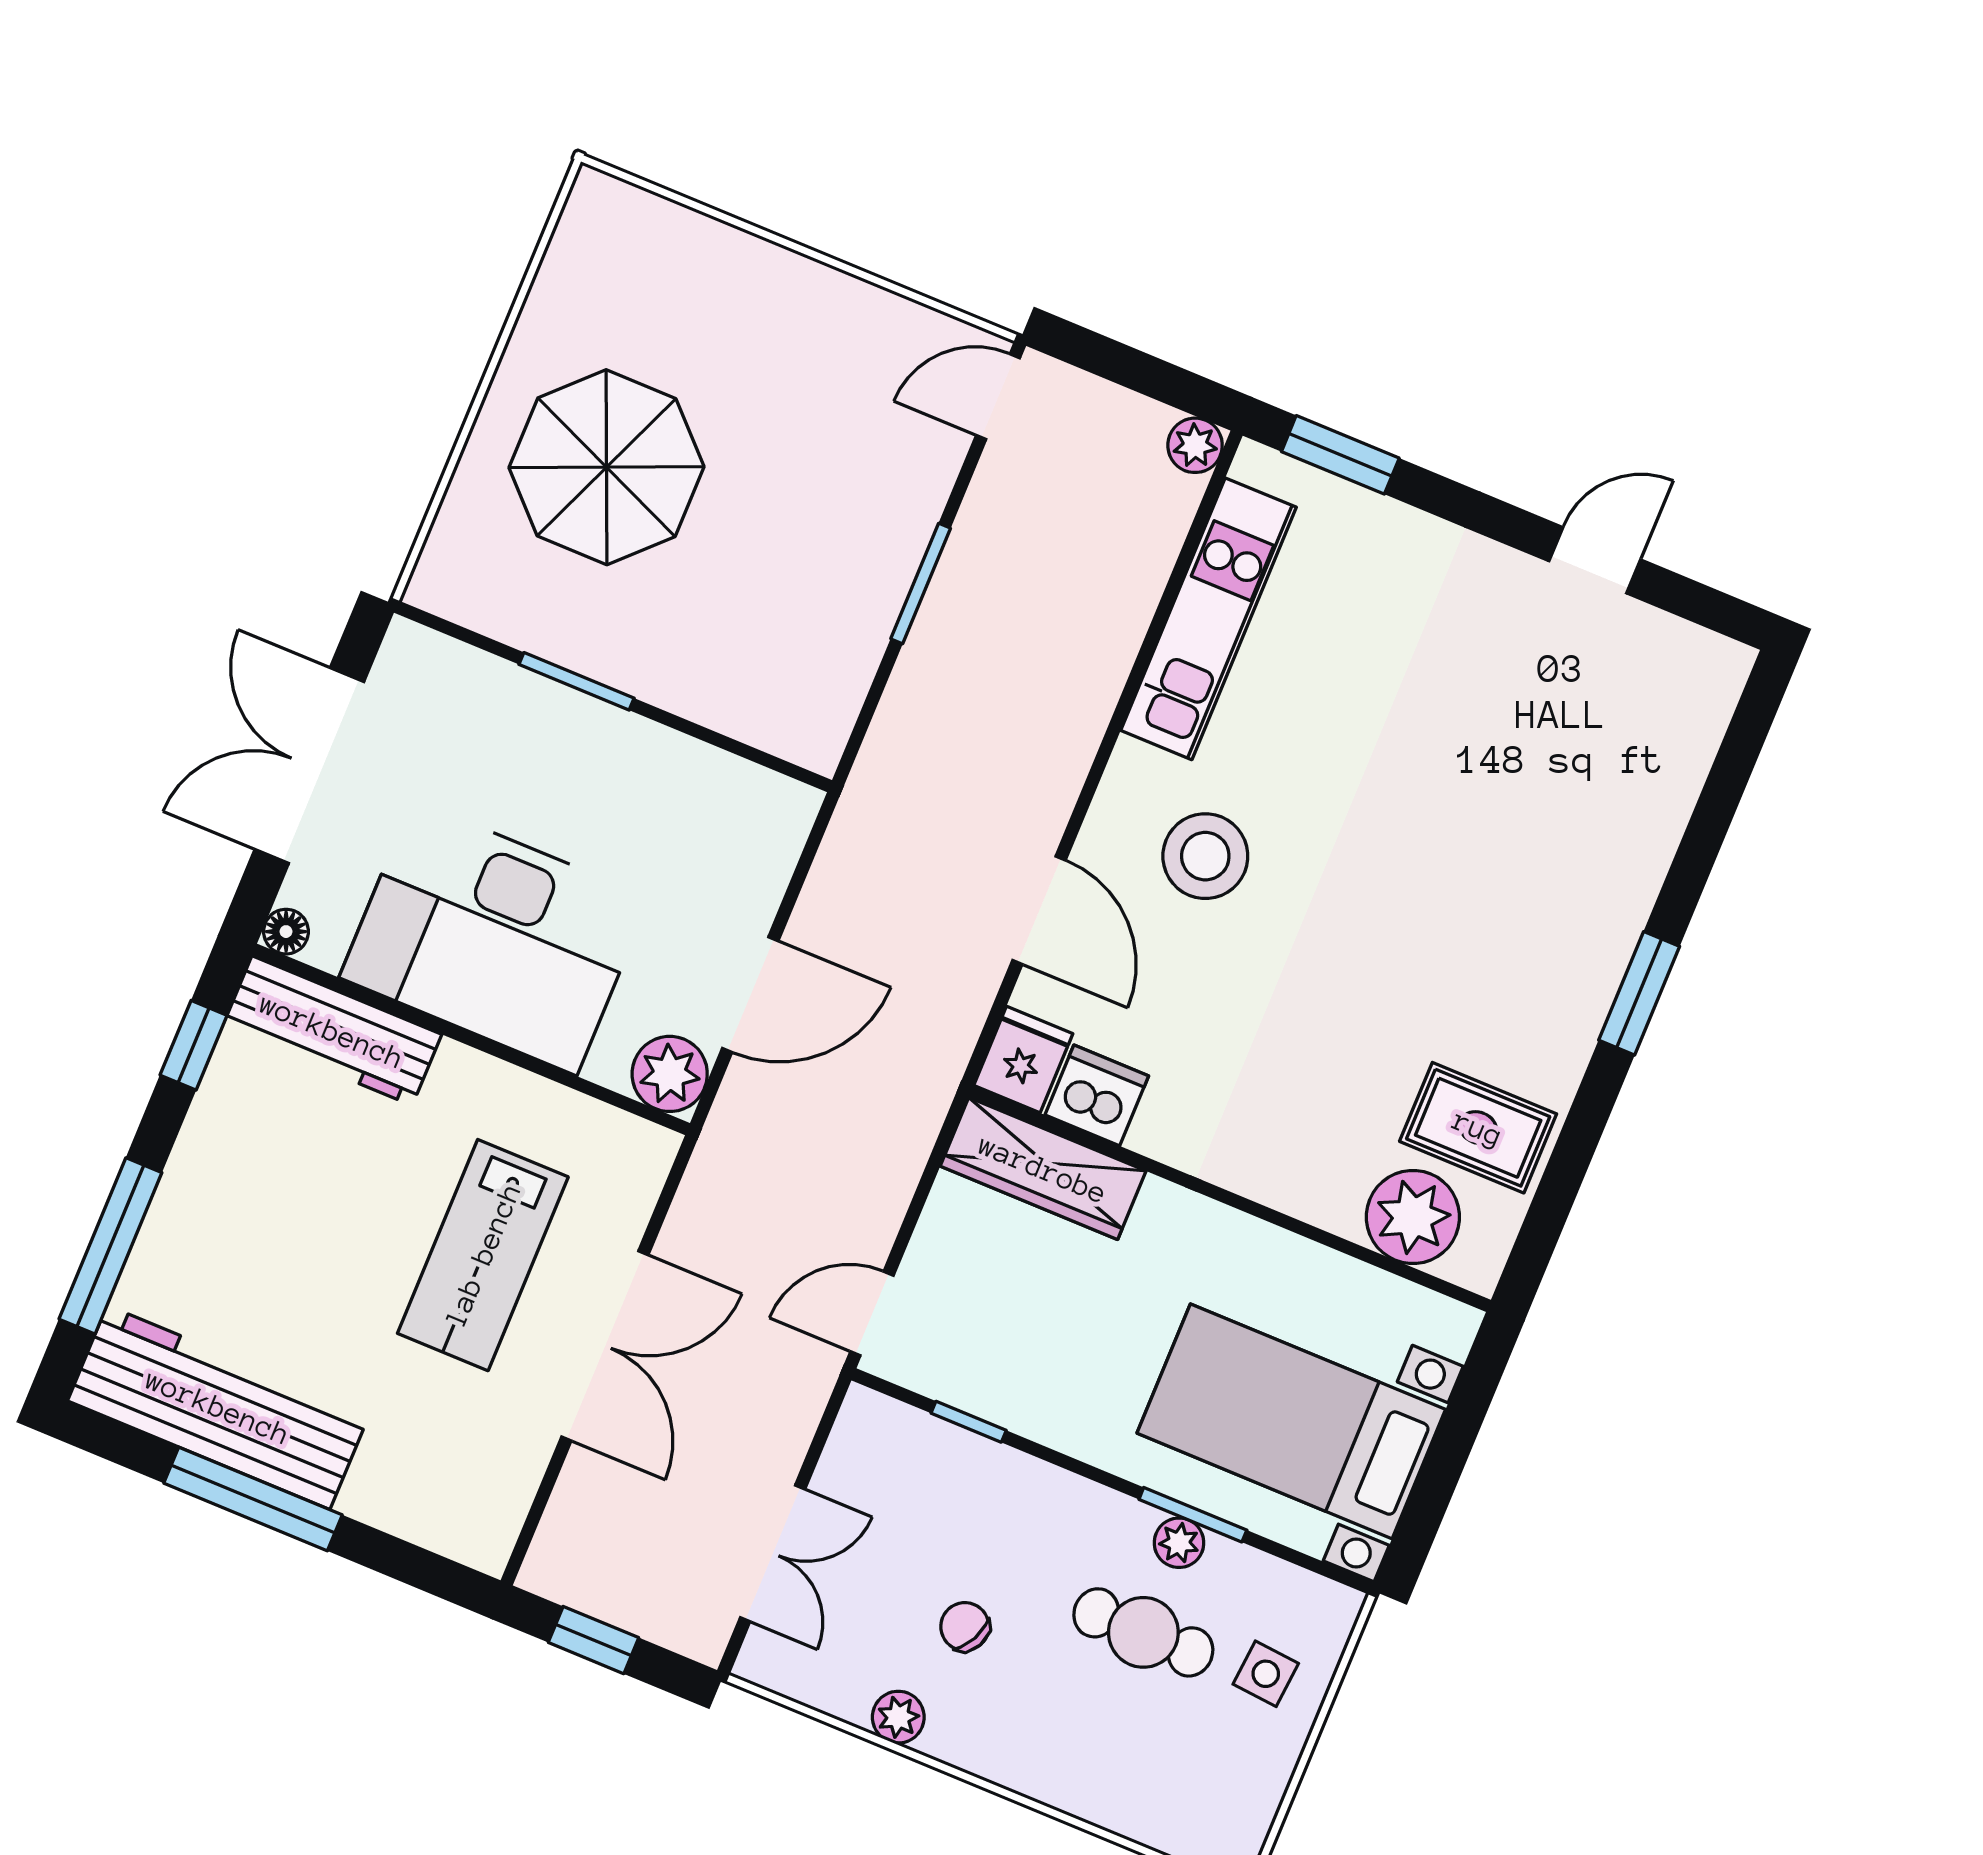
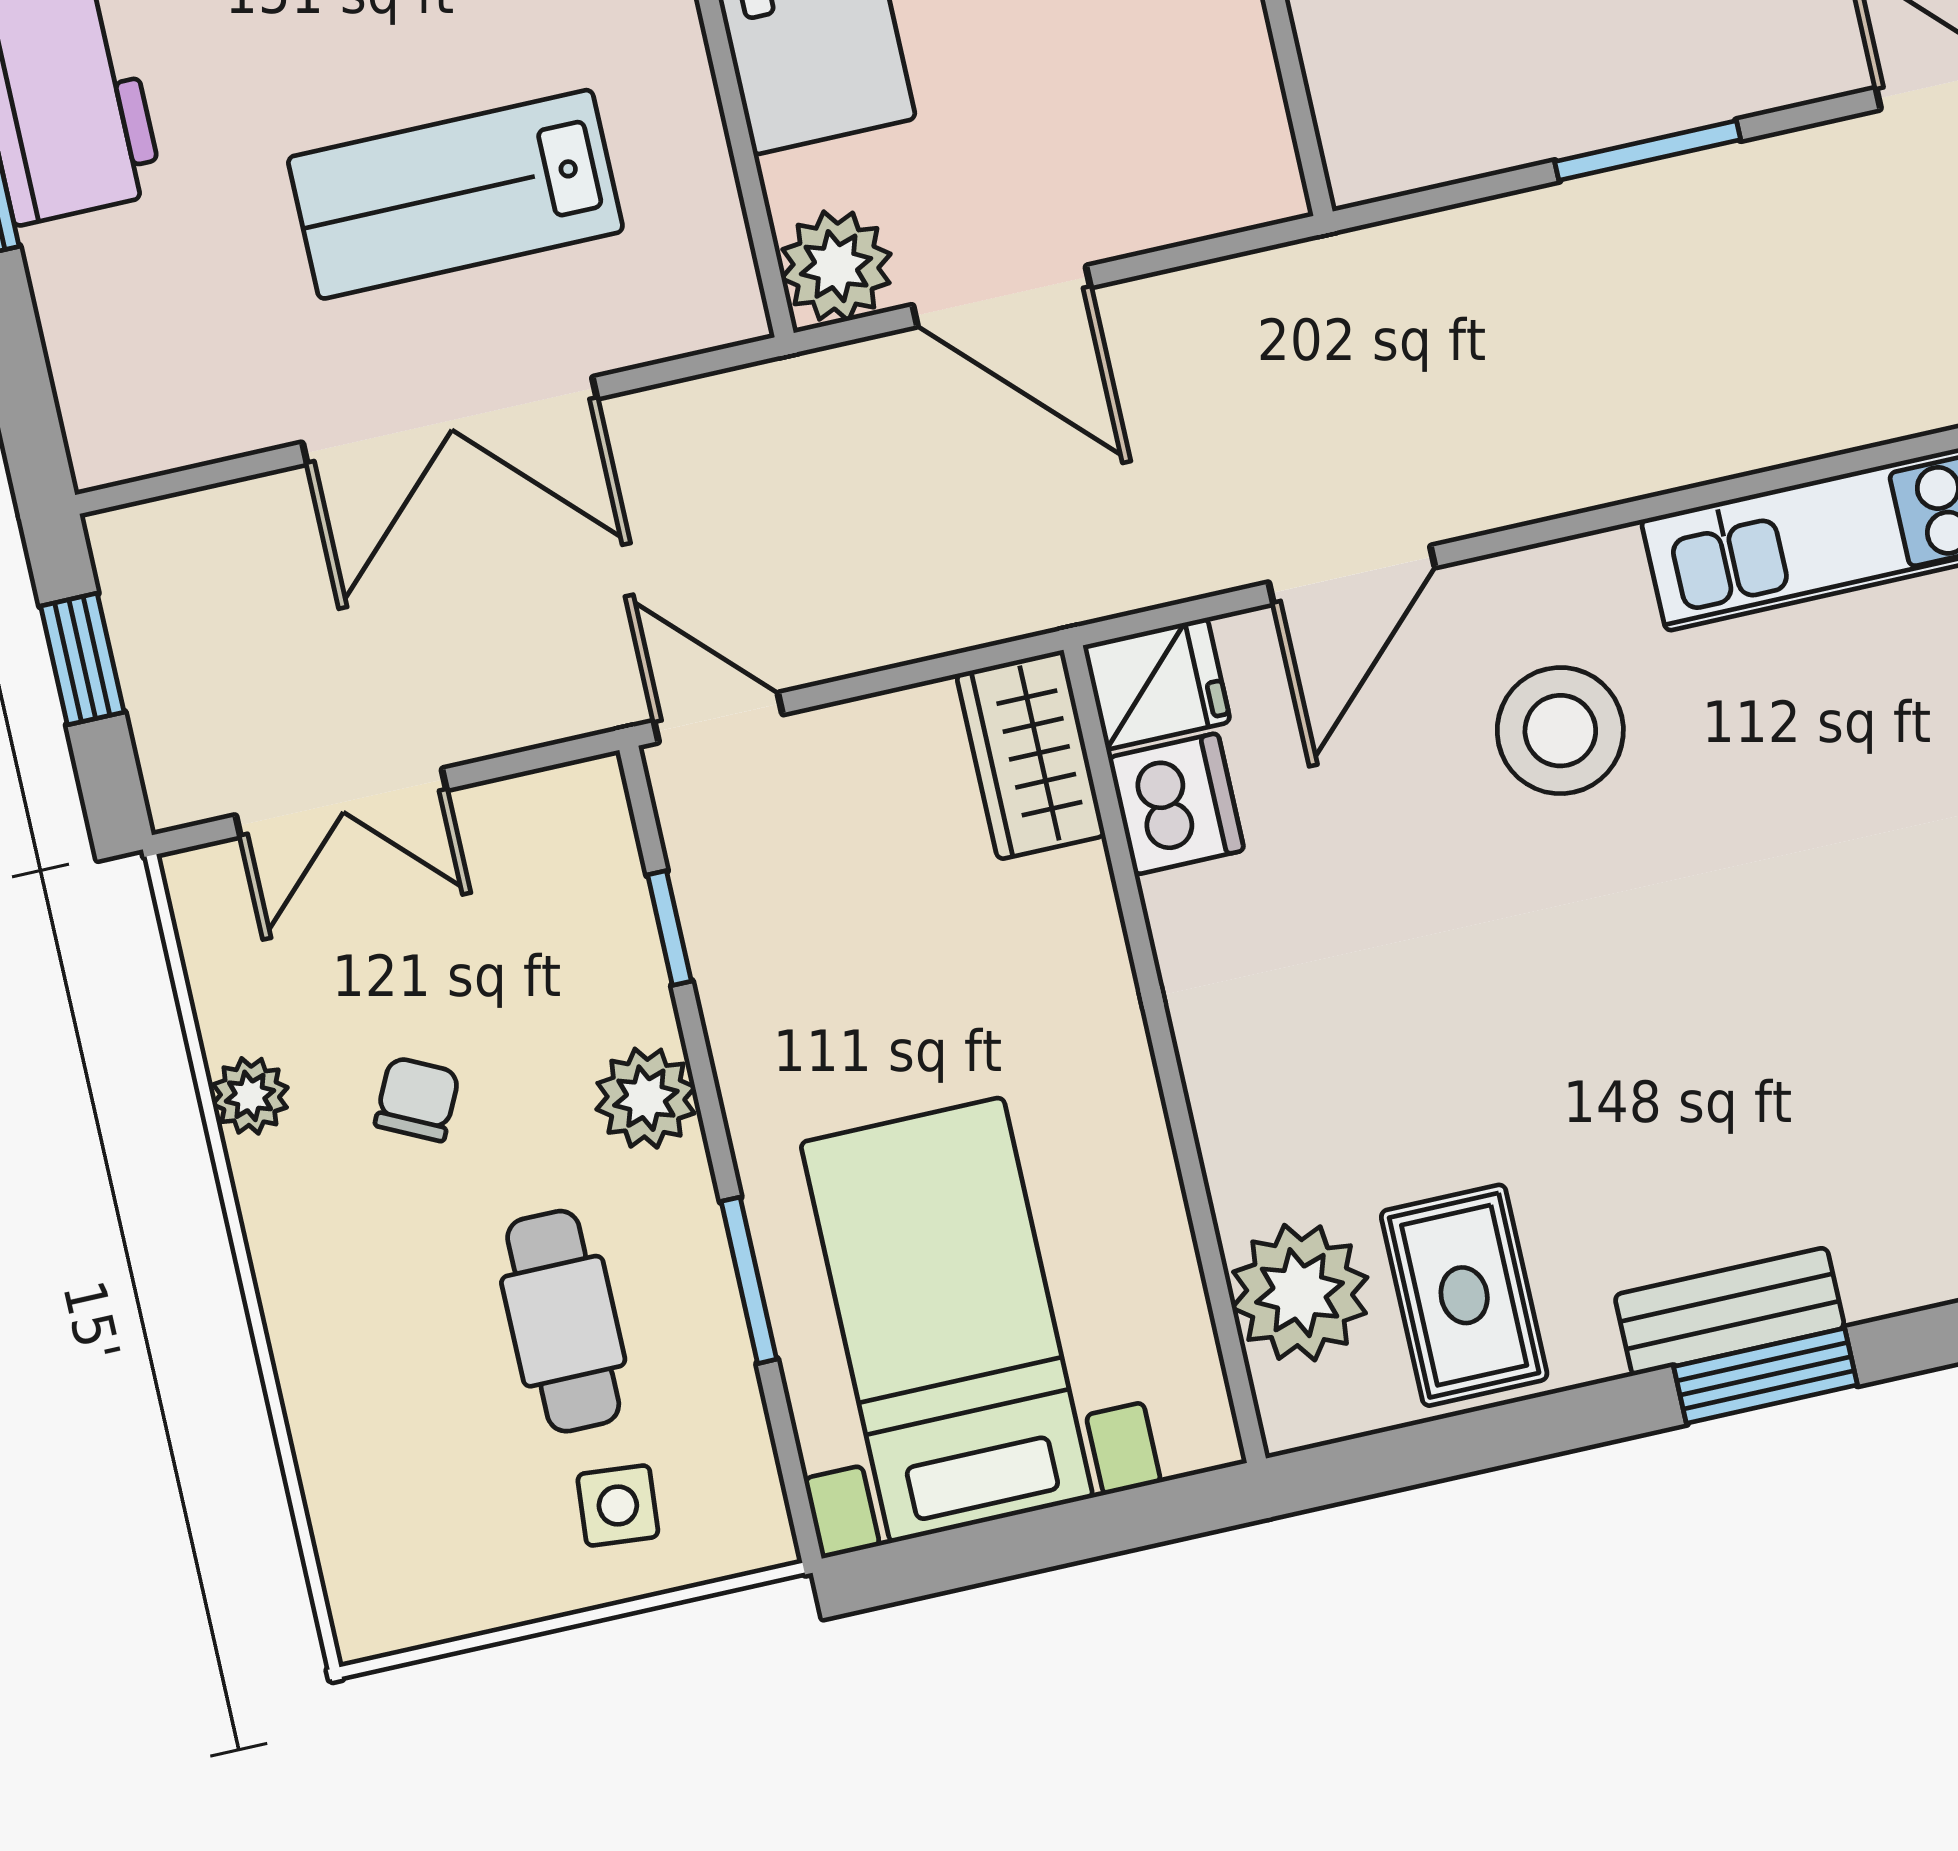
bench: (1590, 988) -> (1730, 1311), added
wardrobe: (1043, 1169) -> (1031, 755), width x0.67
plant: (1179, 1543) -> (646, 1098), moved, width x1.38, depth x1.38

